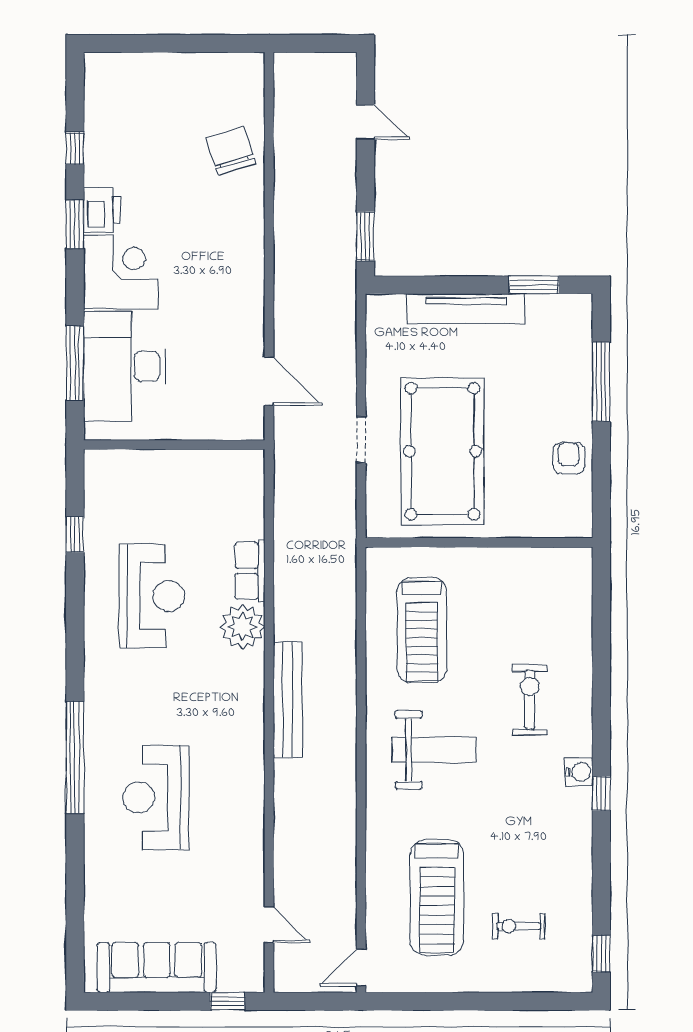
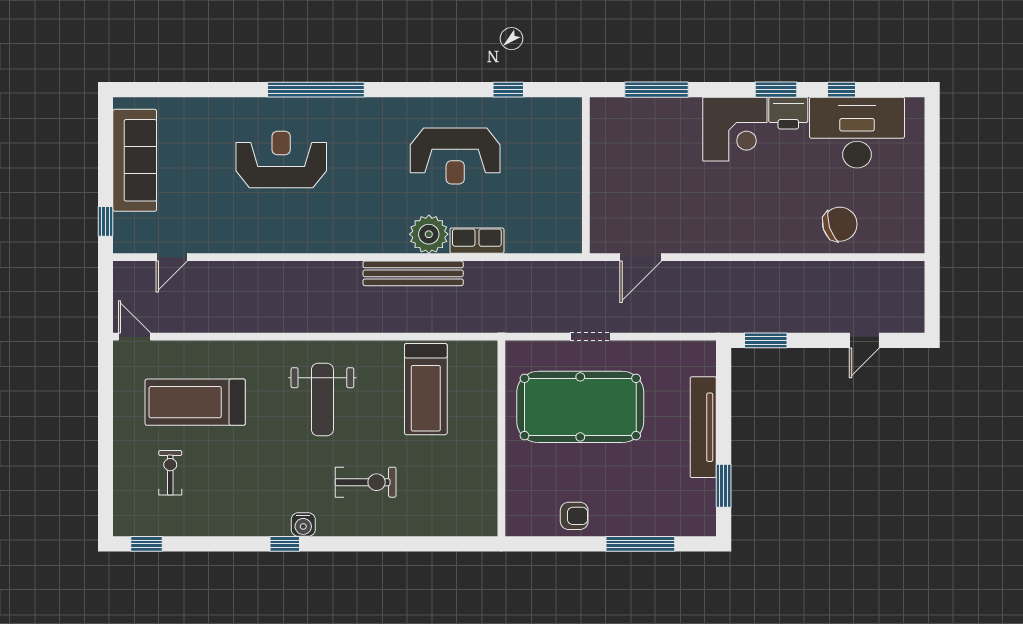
desk: (125, 366) -> (857, 133), moved
treadmill: (422, 630) -> (426, 389), turned -90
bench: (288, 700) -> (413, 273), moved

